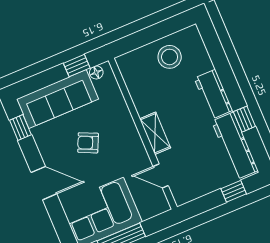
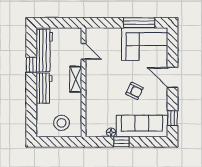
shelving: (155, 133) -> (76, 79), moved
wall: (143, 134) -> (83, 82), moved
door: (161, 176) -> (83, 51), moved
window: (234, 191) -> (57, 23), removed

